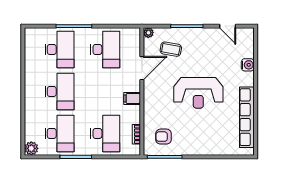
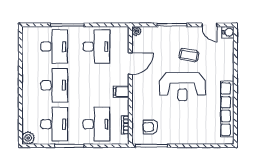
coffee table: (171, 49) -> (189, 55), moved
water cooler: (248, 65) -> (228, 32), moved

